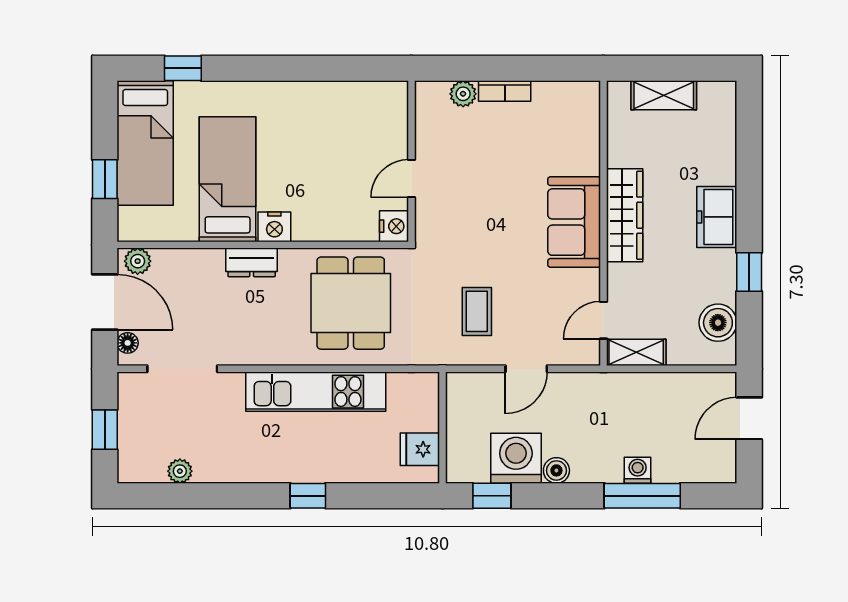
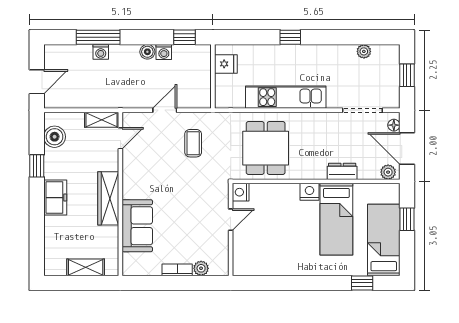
sofa: (574, 222) -> (137, 226), moved
dresser: (252, 262) -> (342, 171), moved
washing machine: (516, 458) -> (164, 52), width x0.53, depth x0.53

